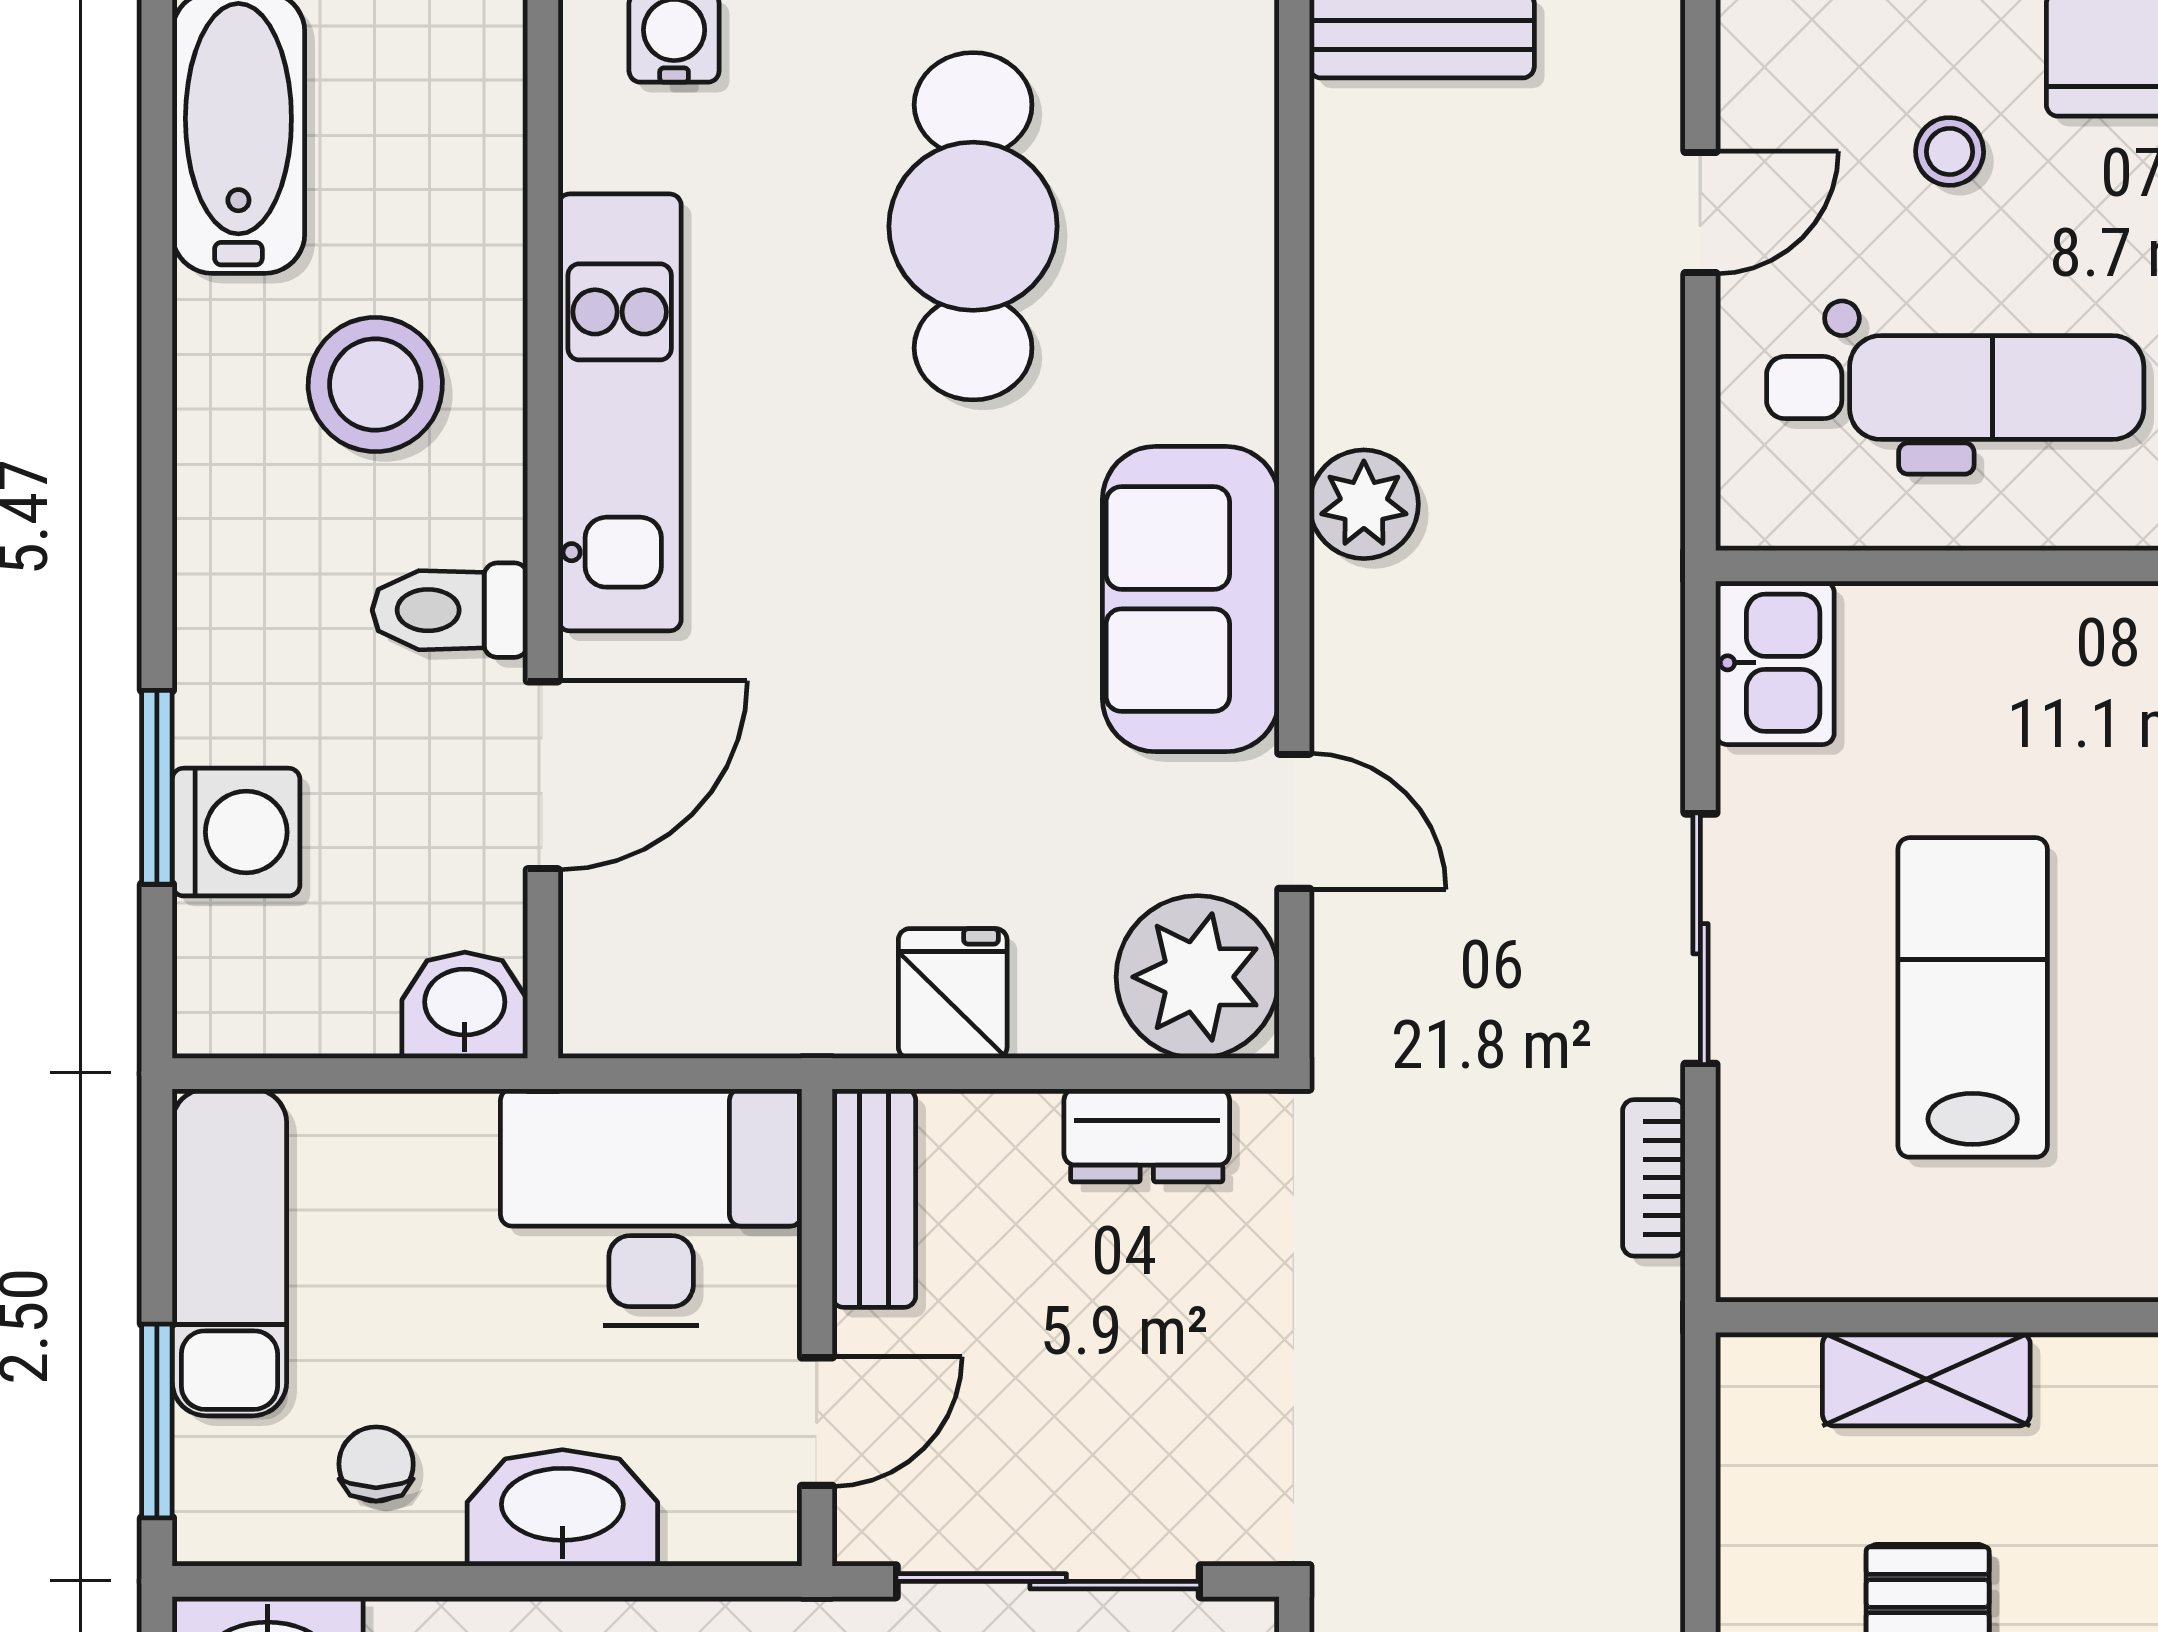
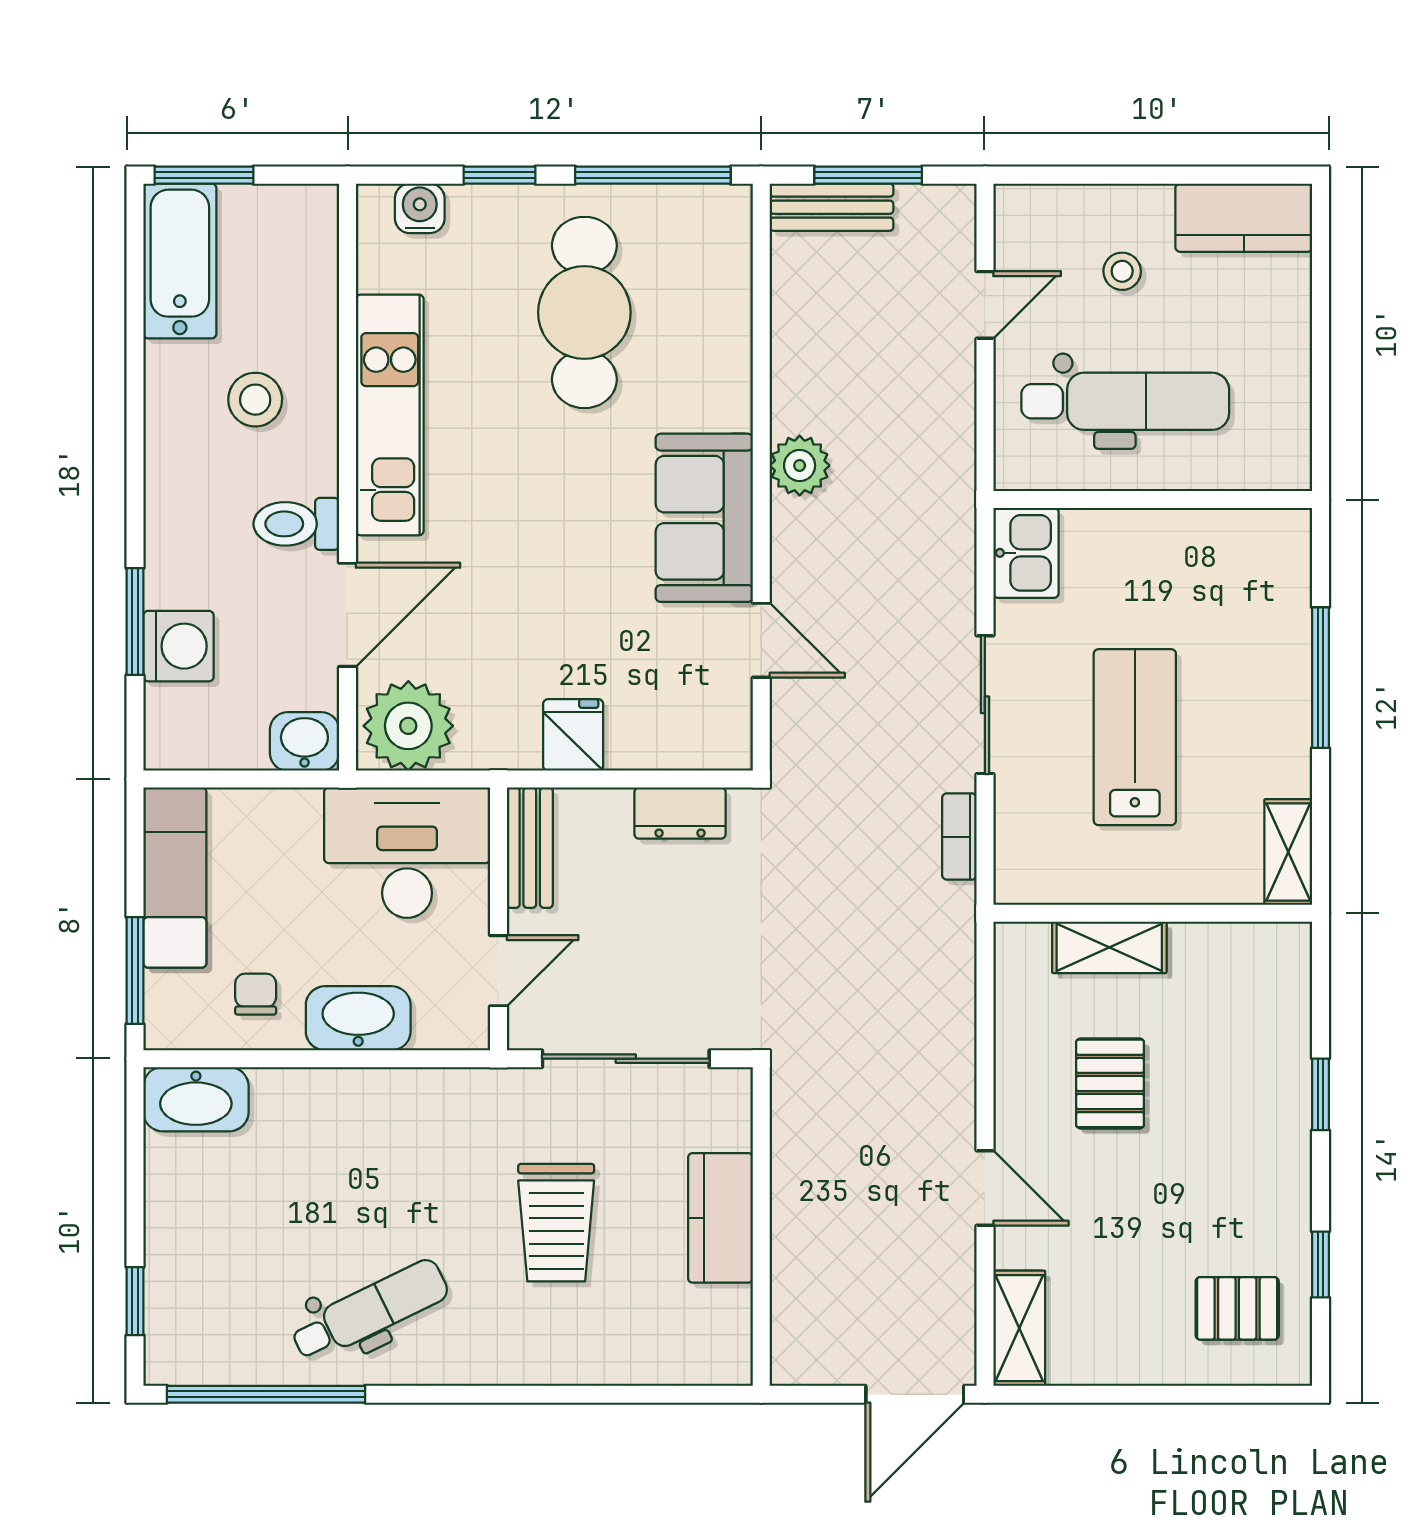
stool: (375, 385) -> (255, 400), width x0.73, depth x0.73
plant: (1198, 977) -> (408, 726), moved

